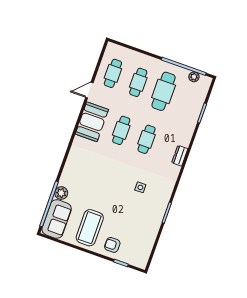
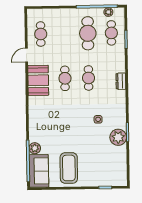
cafe table: (138, 82) -> (111, 33), moved
plant: (155, 214) -> (118, 137), added
armchair: (112, 245) -> (93, 175), removed

